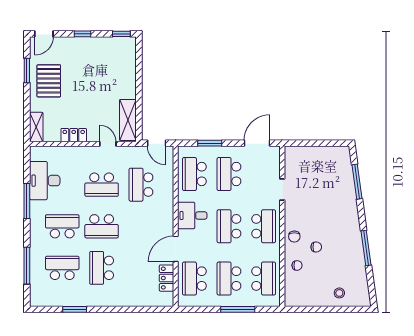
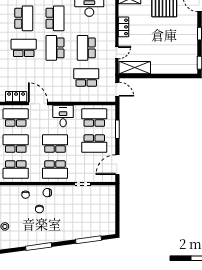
door: (157, 143) -> (117, 89), swing flipped
door: (257, 143) -> (117, 165), swing flipped
school desk: (229, 174) -> (94, 144), turned 180

